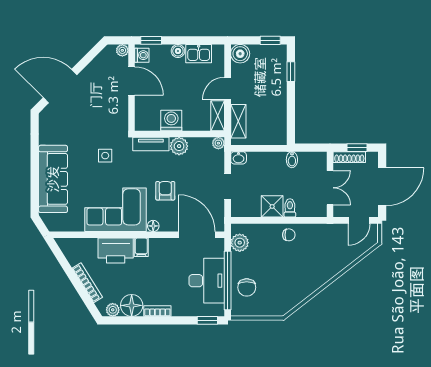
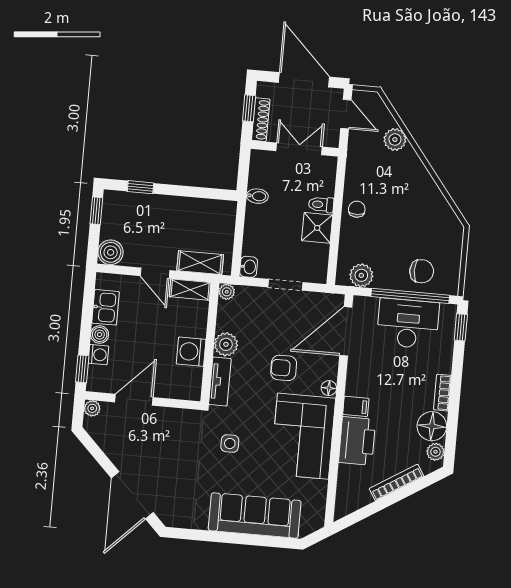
washing machine: (142, 55) -> (98, 355), moved, turned 90
plant: (343, 259) -> (395, 139), added

